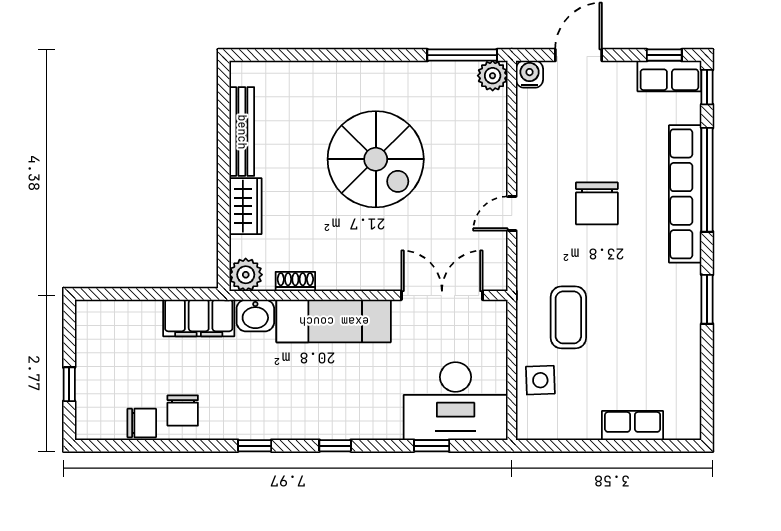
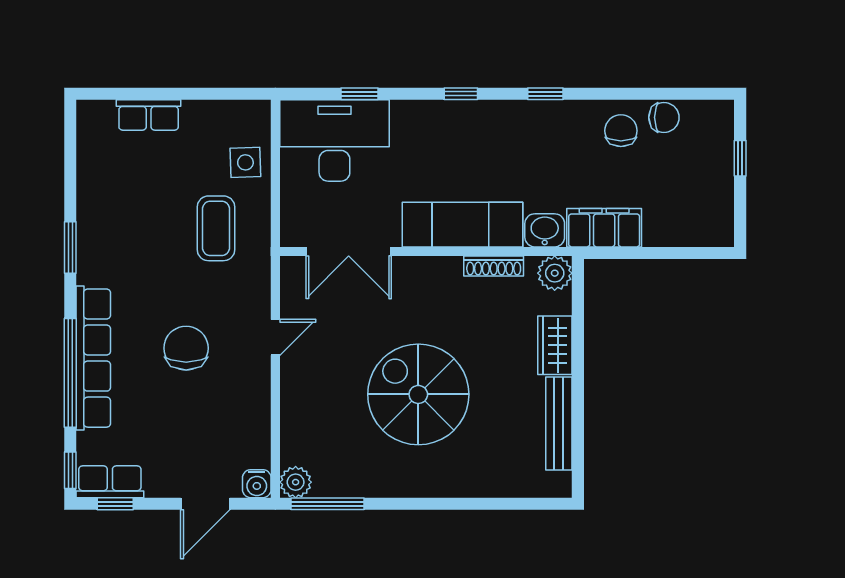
shoe rack: (295, 281) -> (494, 266), width x1.43
chair: (142, 423) -> (664, 117), turned 180

